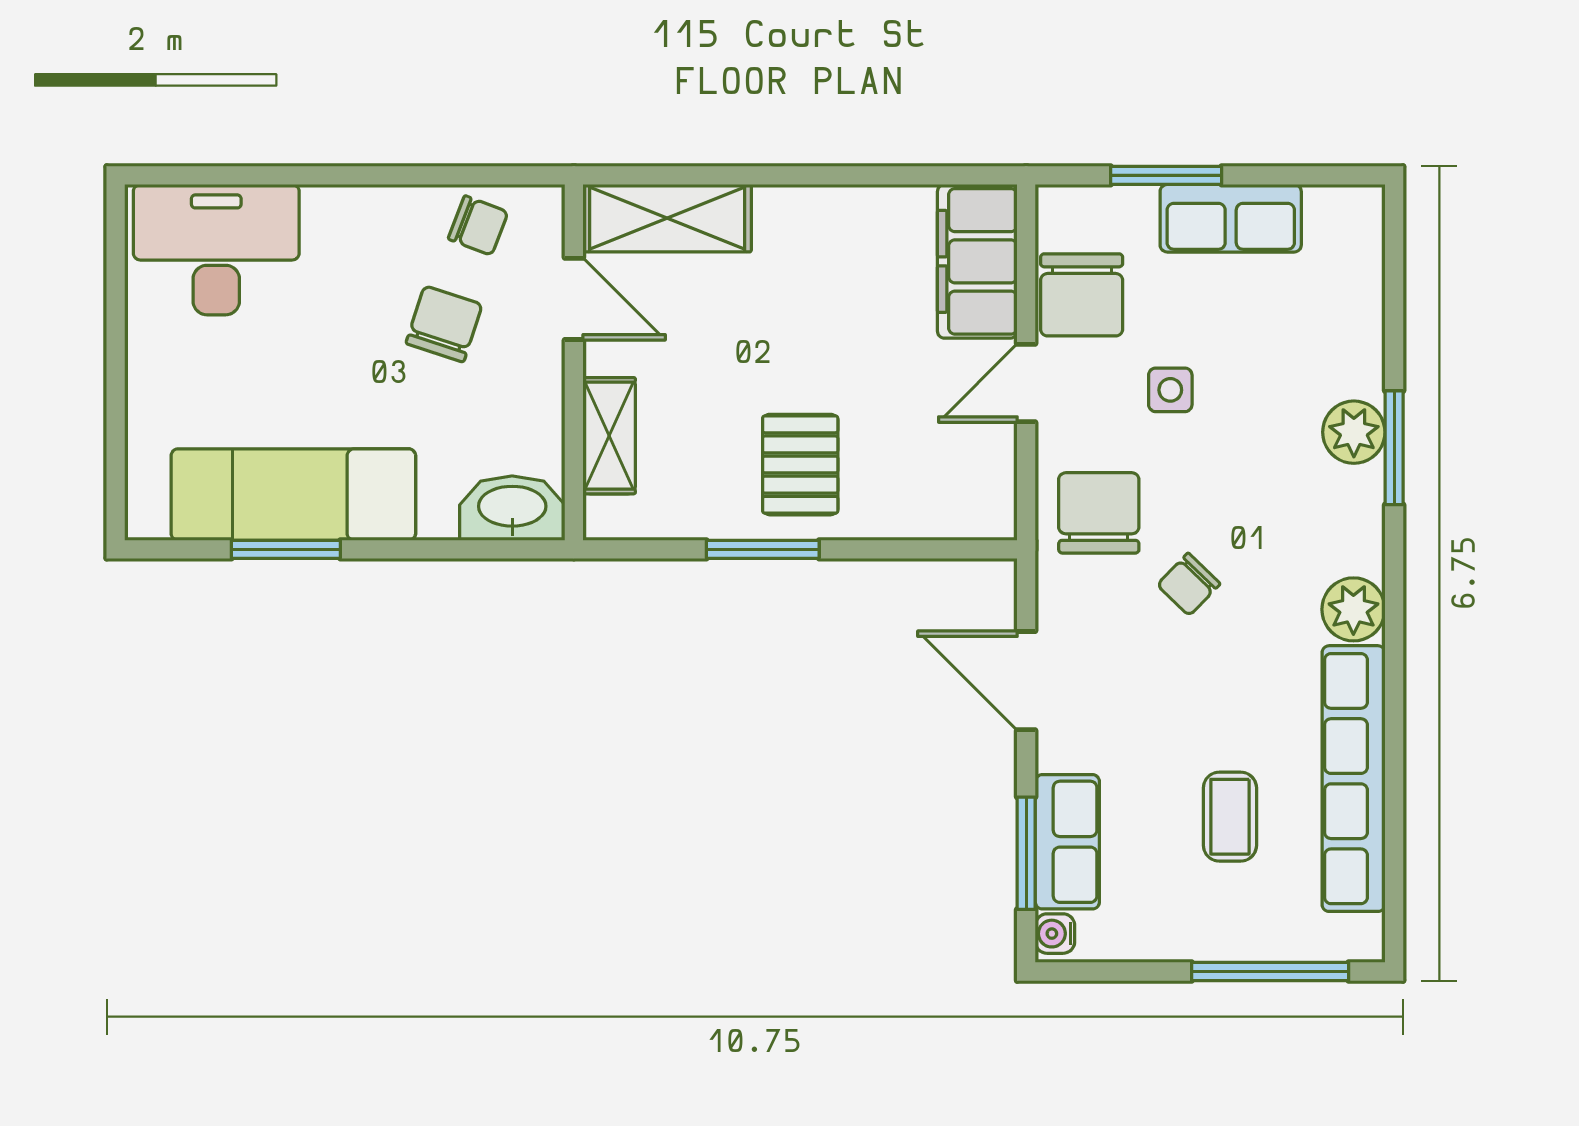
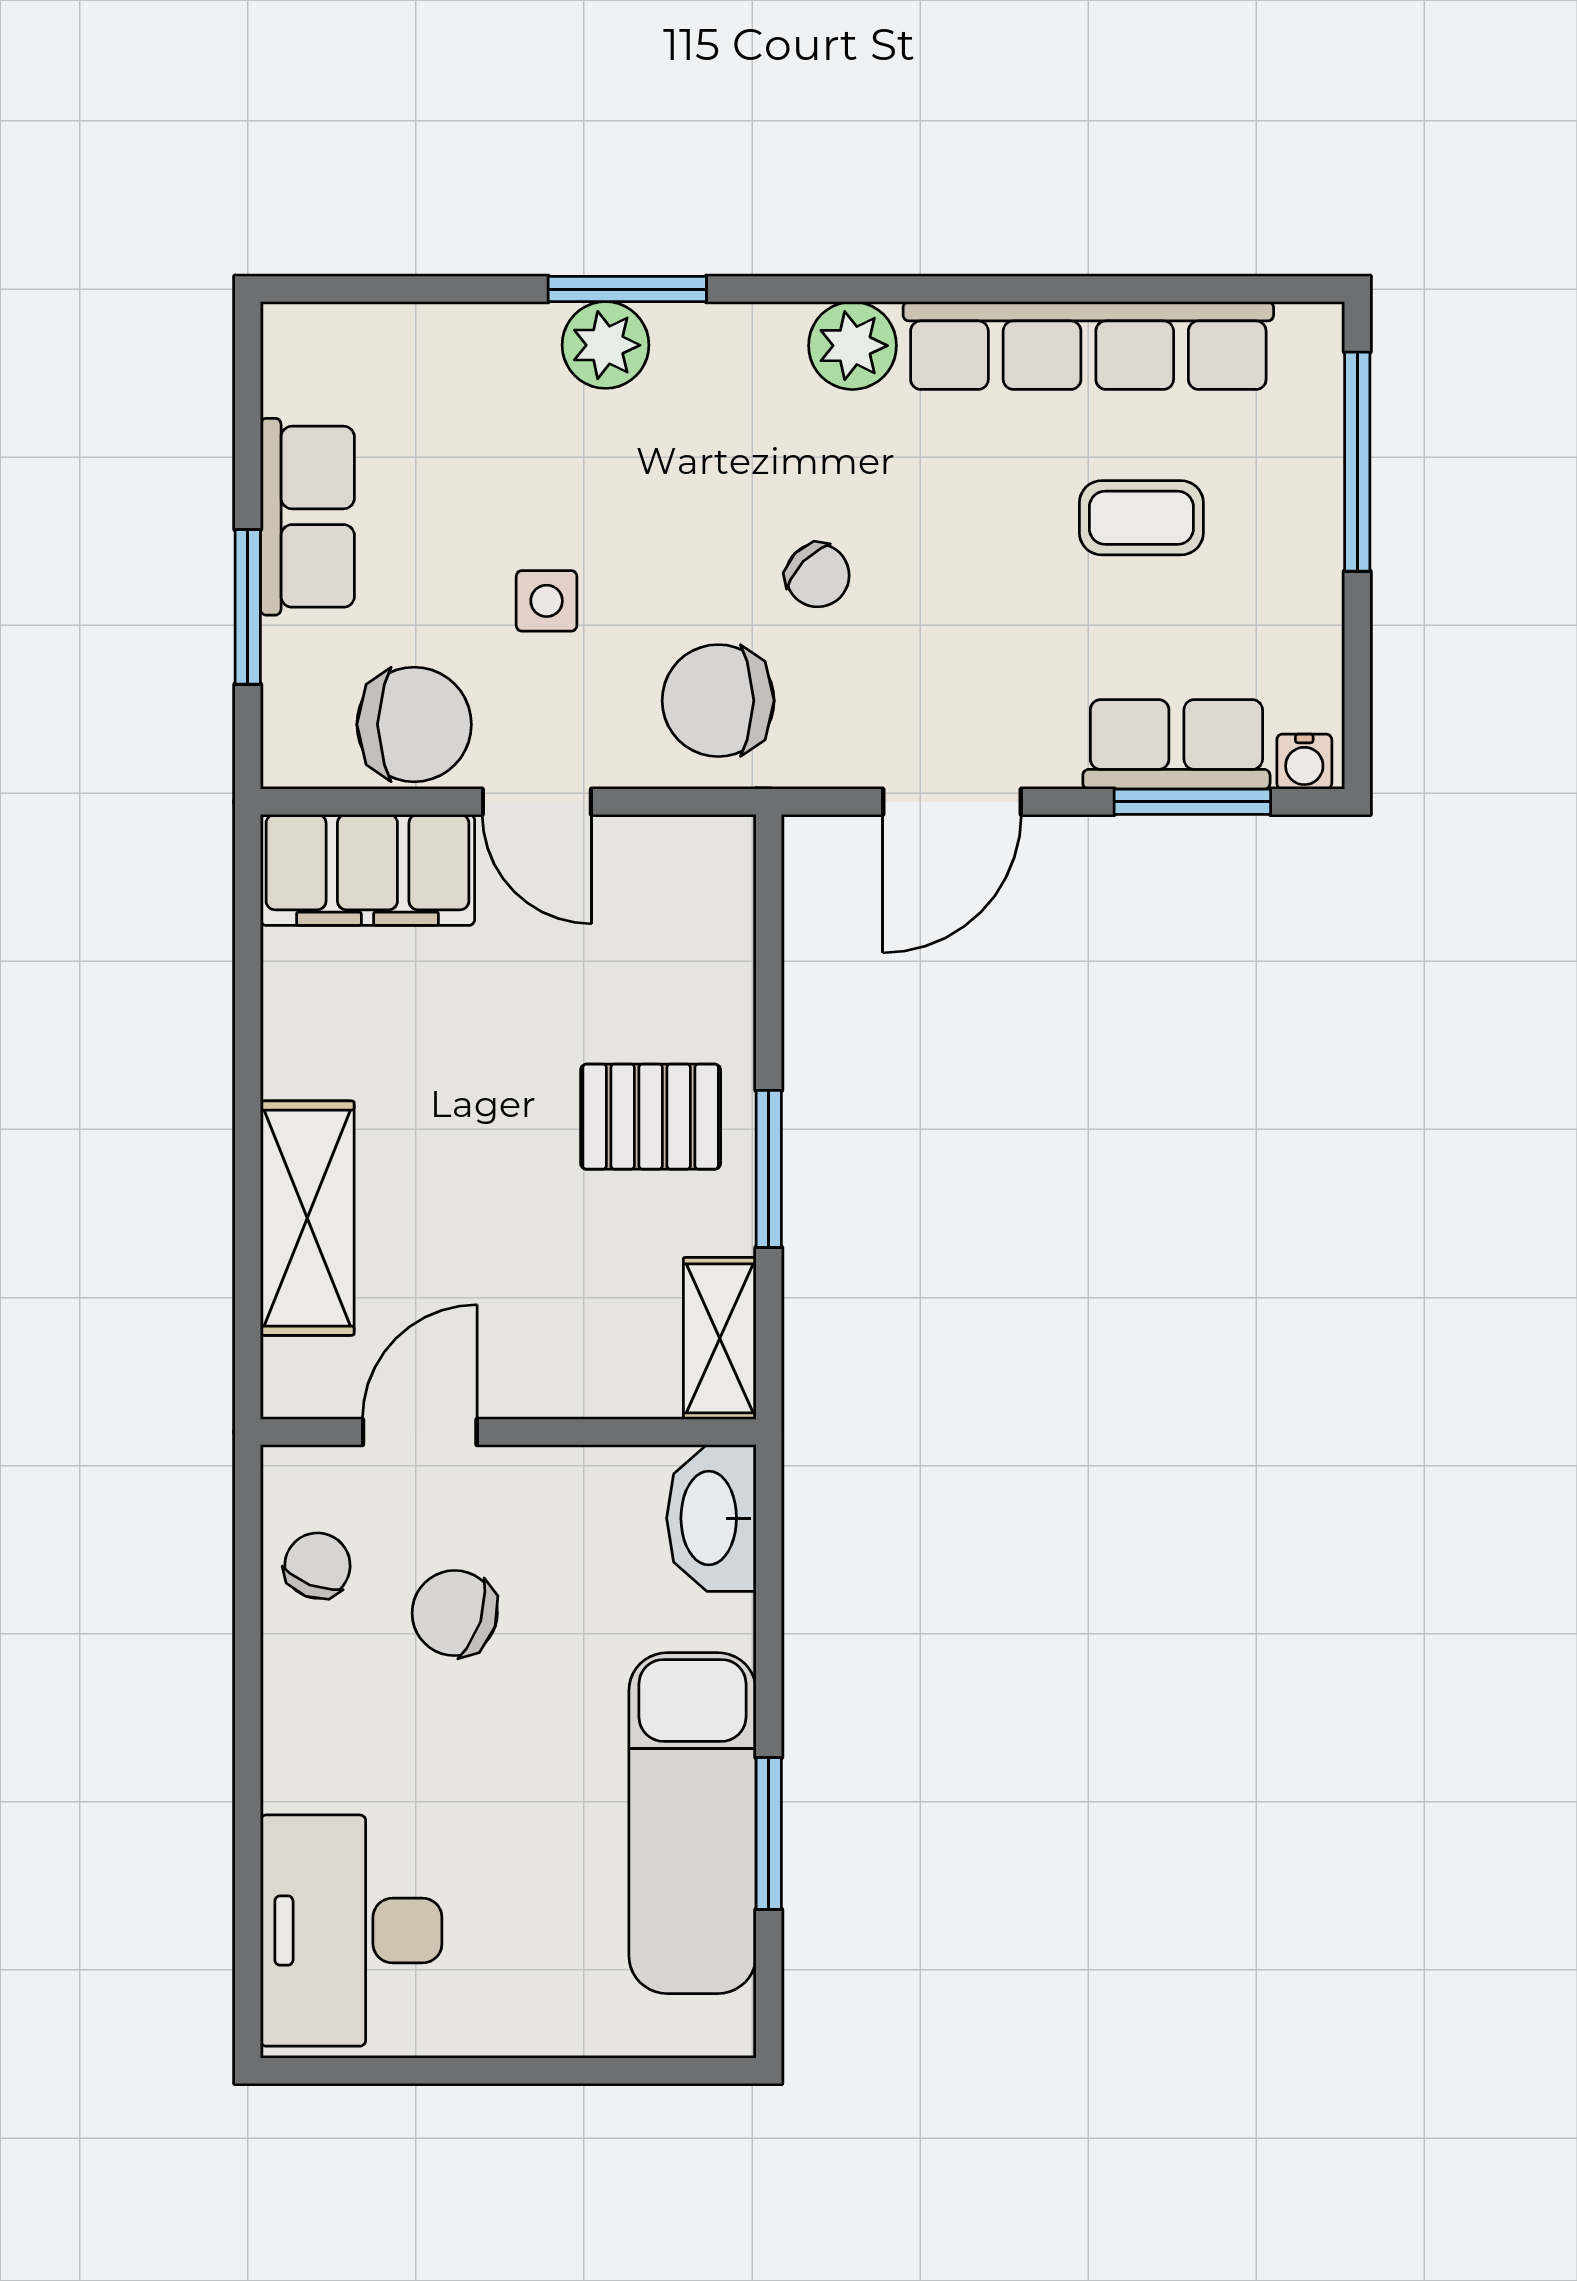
shelving: (667, 218) -> (307, 1218), moved
shelving: (609, 436) -> (720, 1338), moved, turned 90

